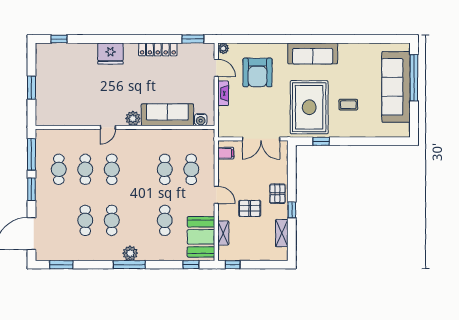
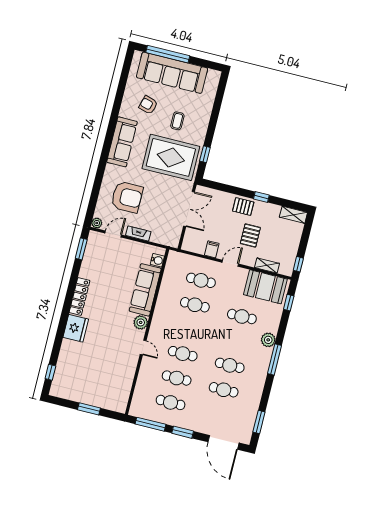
locker: (158, 49) -> (80, 296), moved
armchair: (357, 71) -> (148, 105), added
filing cabinet: (226, 153) -> (212, 249), moved
shelving: (282, 233) -> (293, 215), moved
plant: (130, 253) -> (268, 340), moved

